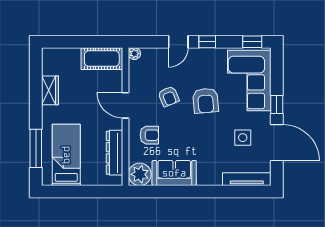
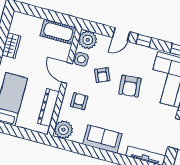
plant: (134, 54) -> (88, 40), width x1.87, depth x1.87
armchair: (149, 135) -> (79, 101), turned -90
side table: (243, 138) -> (81, 59), moved
sofa: (174, 173) -> (102, 139), moved

